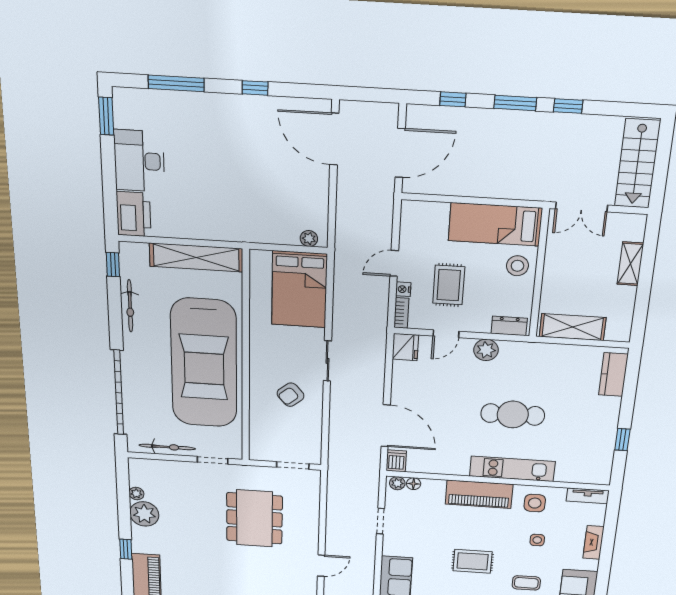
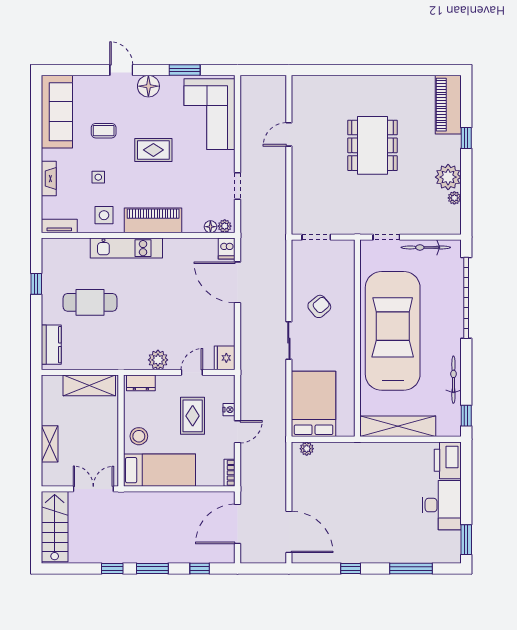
bookcase: (401, 313) -> (229, 473), moved
cafe table: (513, 415) -> (90, 302), moved
dining table: (254, 518) -> (372, 145), moved

